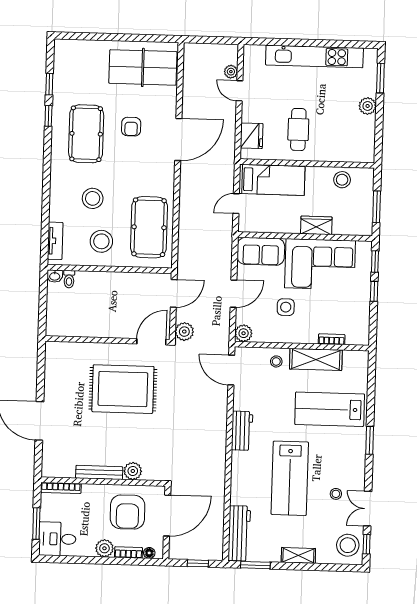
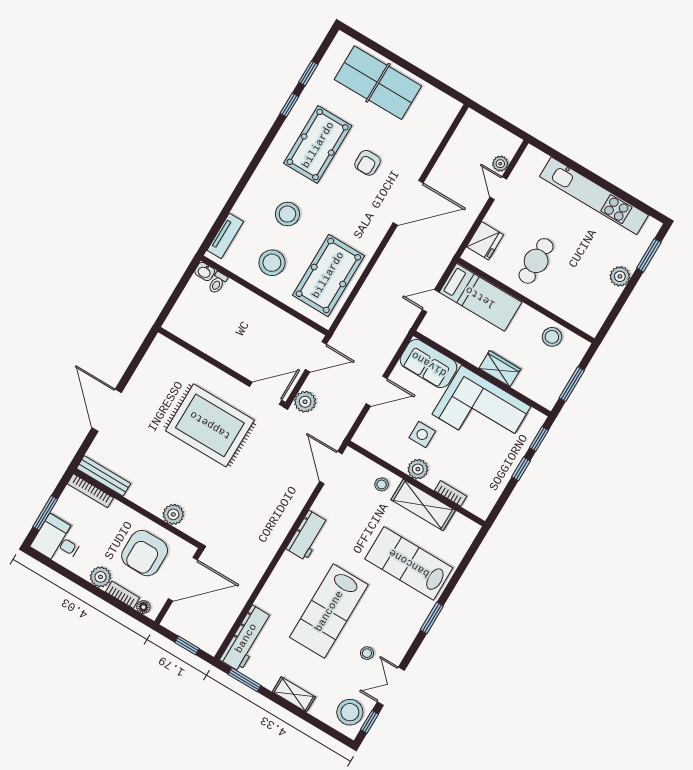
table tennis table: (143, 67) -> (378, 83), moved
plant: (244, 333) -> (418, 469), moved
bench: (99, 472) -> (104, 476), moved

